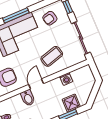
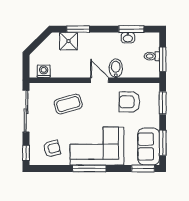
washing machine: (66, 79) -> (44, 71), moved
door: (36, 84) -> (99, 80), swing flipped

